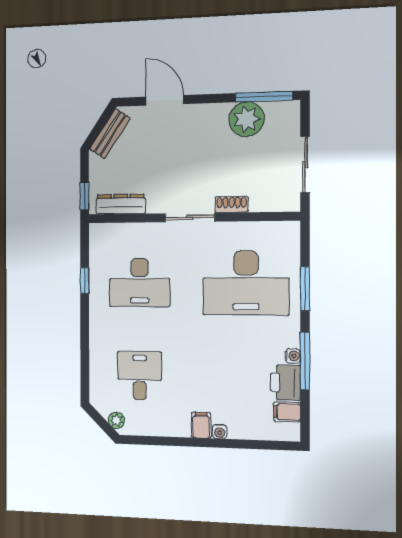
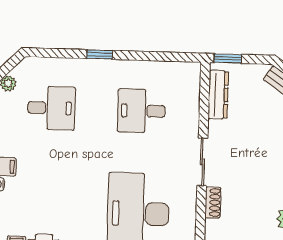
window: (85, 280) -> (100, 54), moved
desk: (140, 283) -> (141, 111), width x0.73

